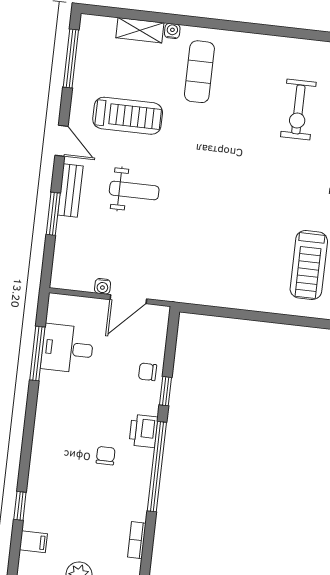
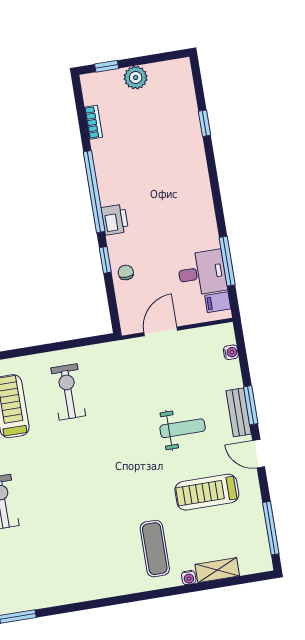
exercise bike: (298, 109) -> (68, 392), moved
weight bench: (134, 190) -> (183, 428), turned 180
window: (53, 214) -> (251, 405), moved
water cooler: (103, 286) -> (231, 352), moved, turned 90
chair: (148, 372) -> (126, 272), turned -90
chair: (106, 456) -> (142, 189), removed
filing cabinet: (33, 542) -> (218, 302), moved

